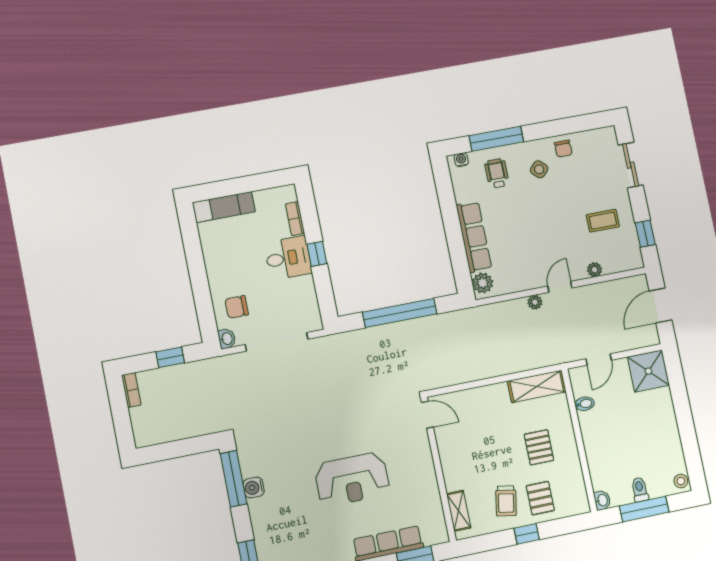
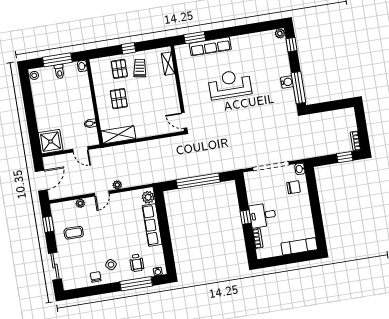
window: (170, 357) -> (345, 157), moved
door: (599, 359) -> (80, 149), swing flipped

